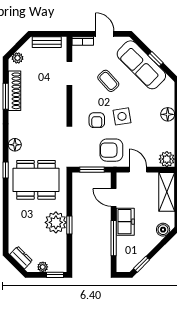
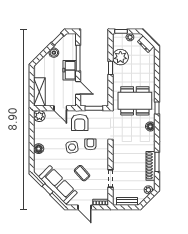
armchair: (111, 150) -> (80, 123), turned 90
plant: (56, 222) -> (120, 57), moved
boiler: (163, 230) -> (54, 53), moved

